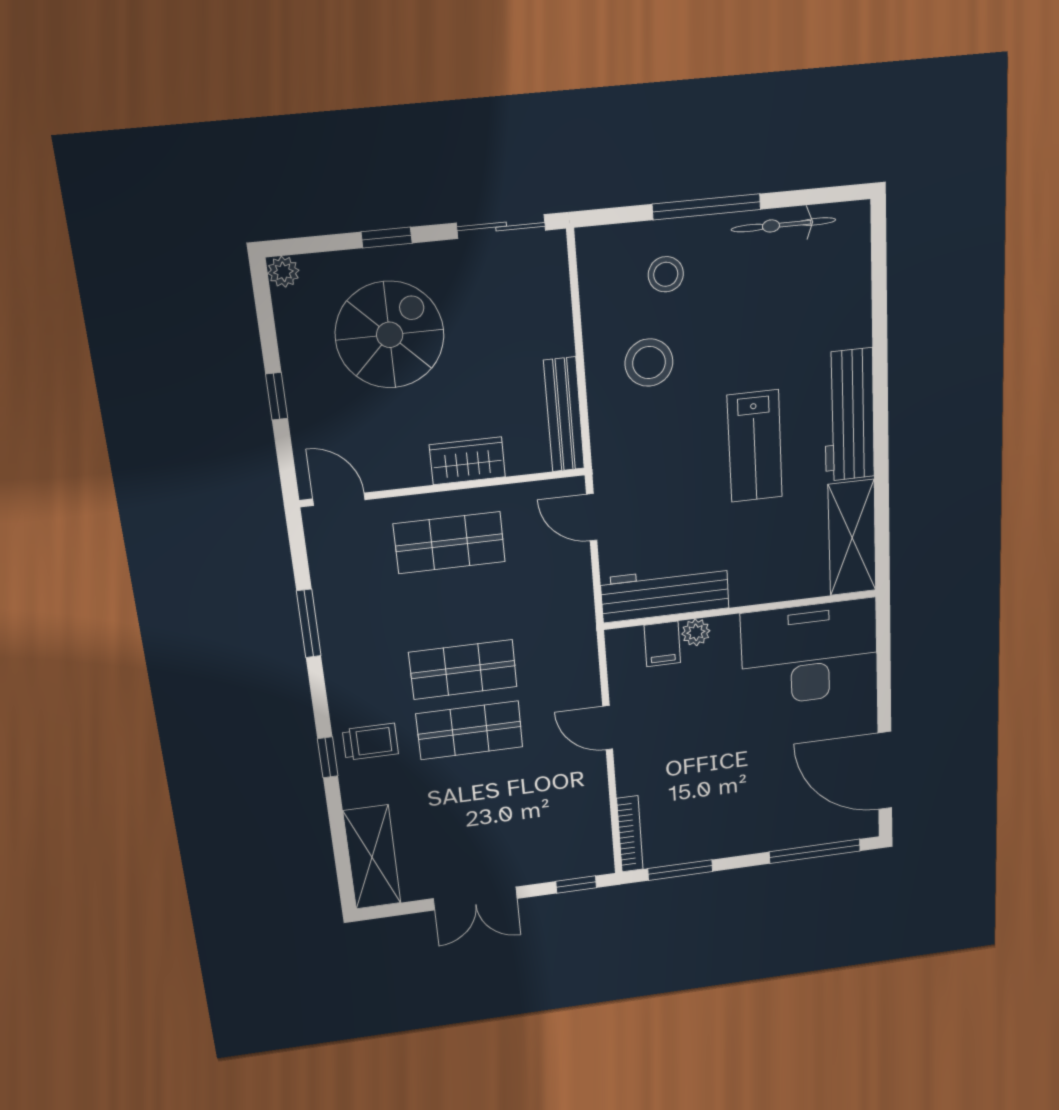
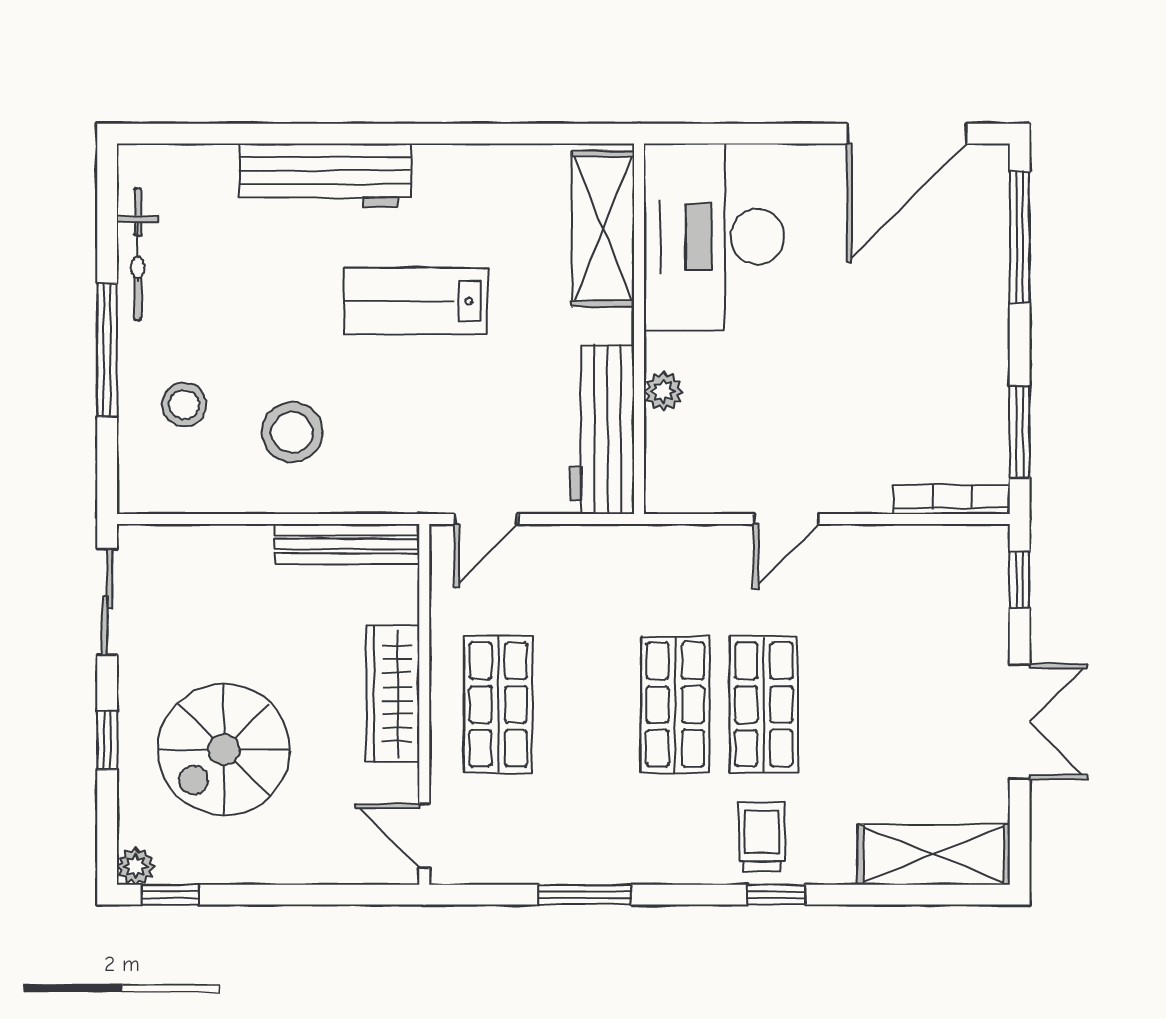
spiral stairs: (390, 335) -> (224, 750), turned -90
window: (277, 396) -> (170, 895), moved
workbench: (849, 415) -> (326, 176), moved
lab bench: (755, 446) -> (416, 301), turned 180
wardrobe: (467, 461) -> (393, 694), width x1.50
door: (339, 499) -> (424, 836), hinge flipped
shelving: (852, 538) -> (603, 229), moved, turned 90
filing cabinet: (662, 644) -> (674, 437), removed

